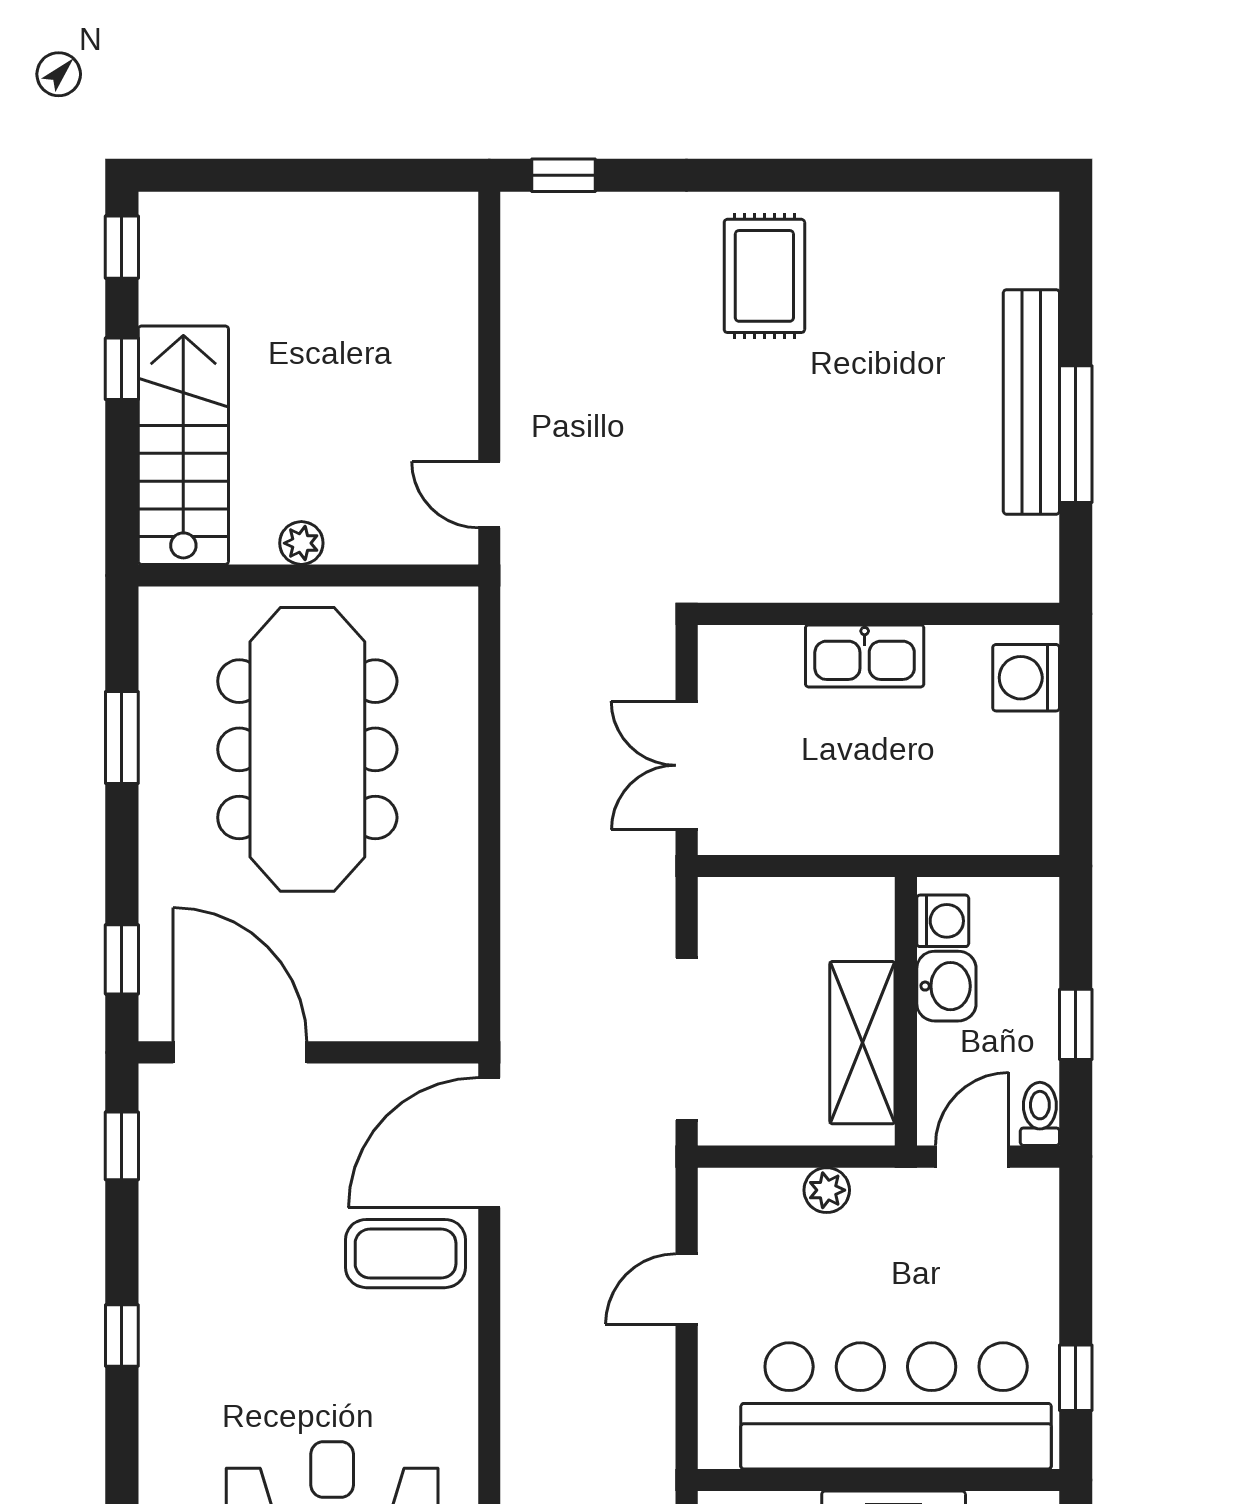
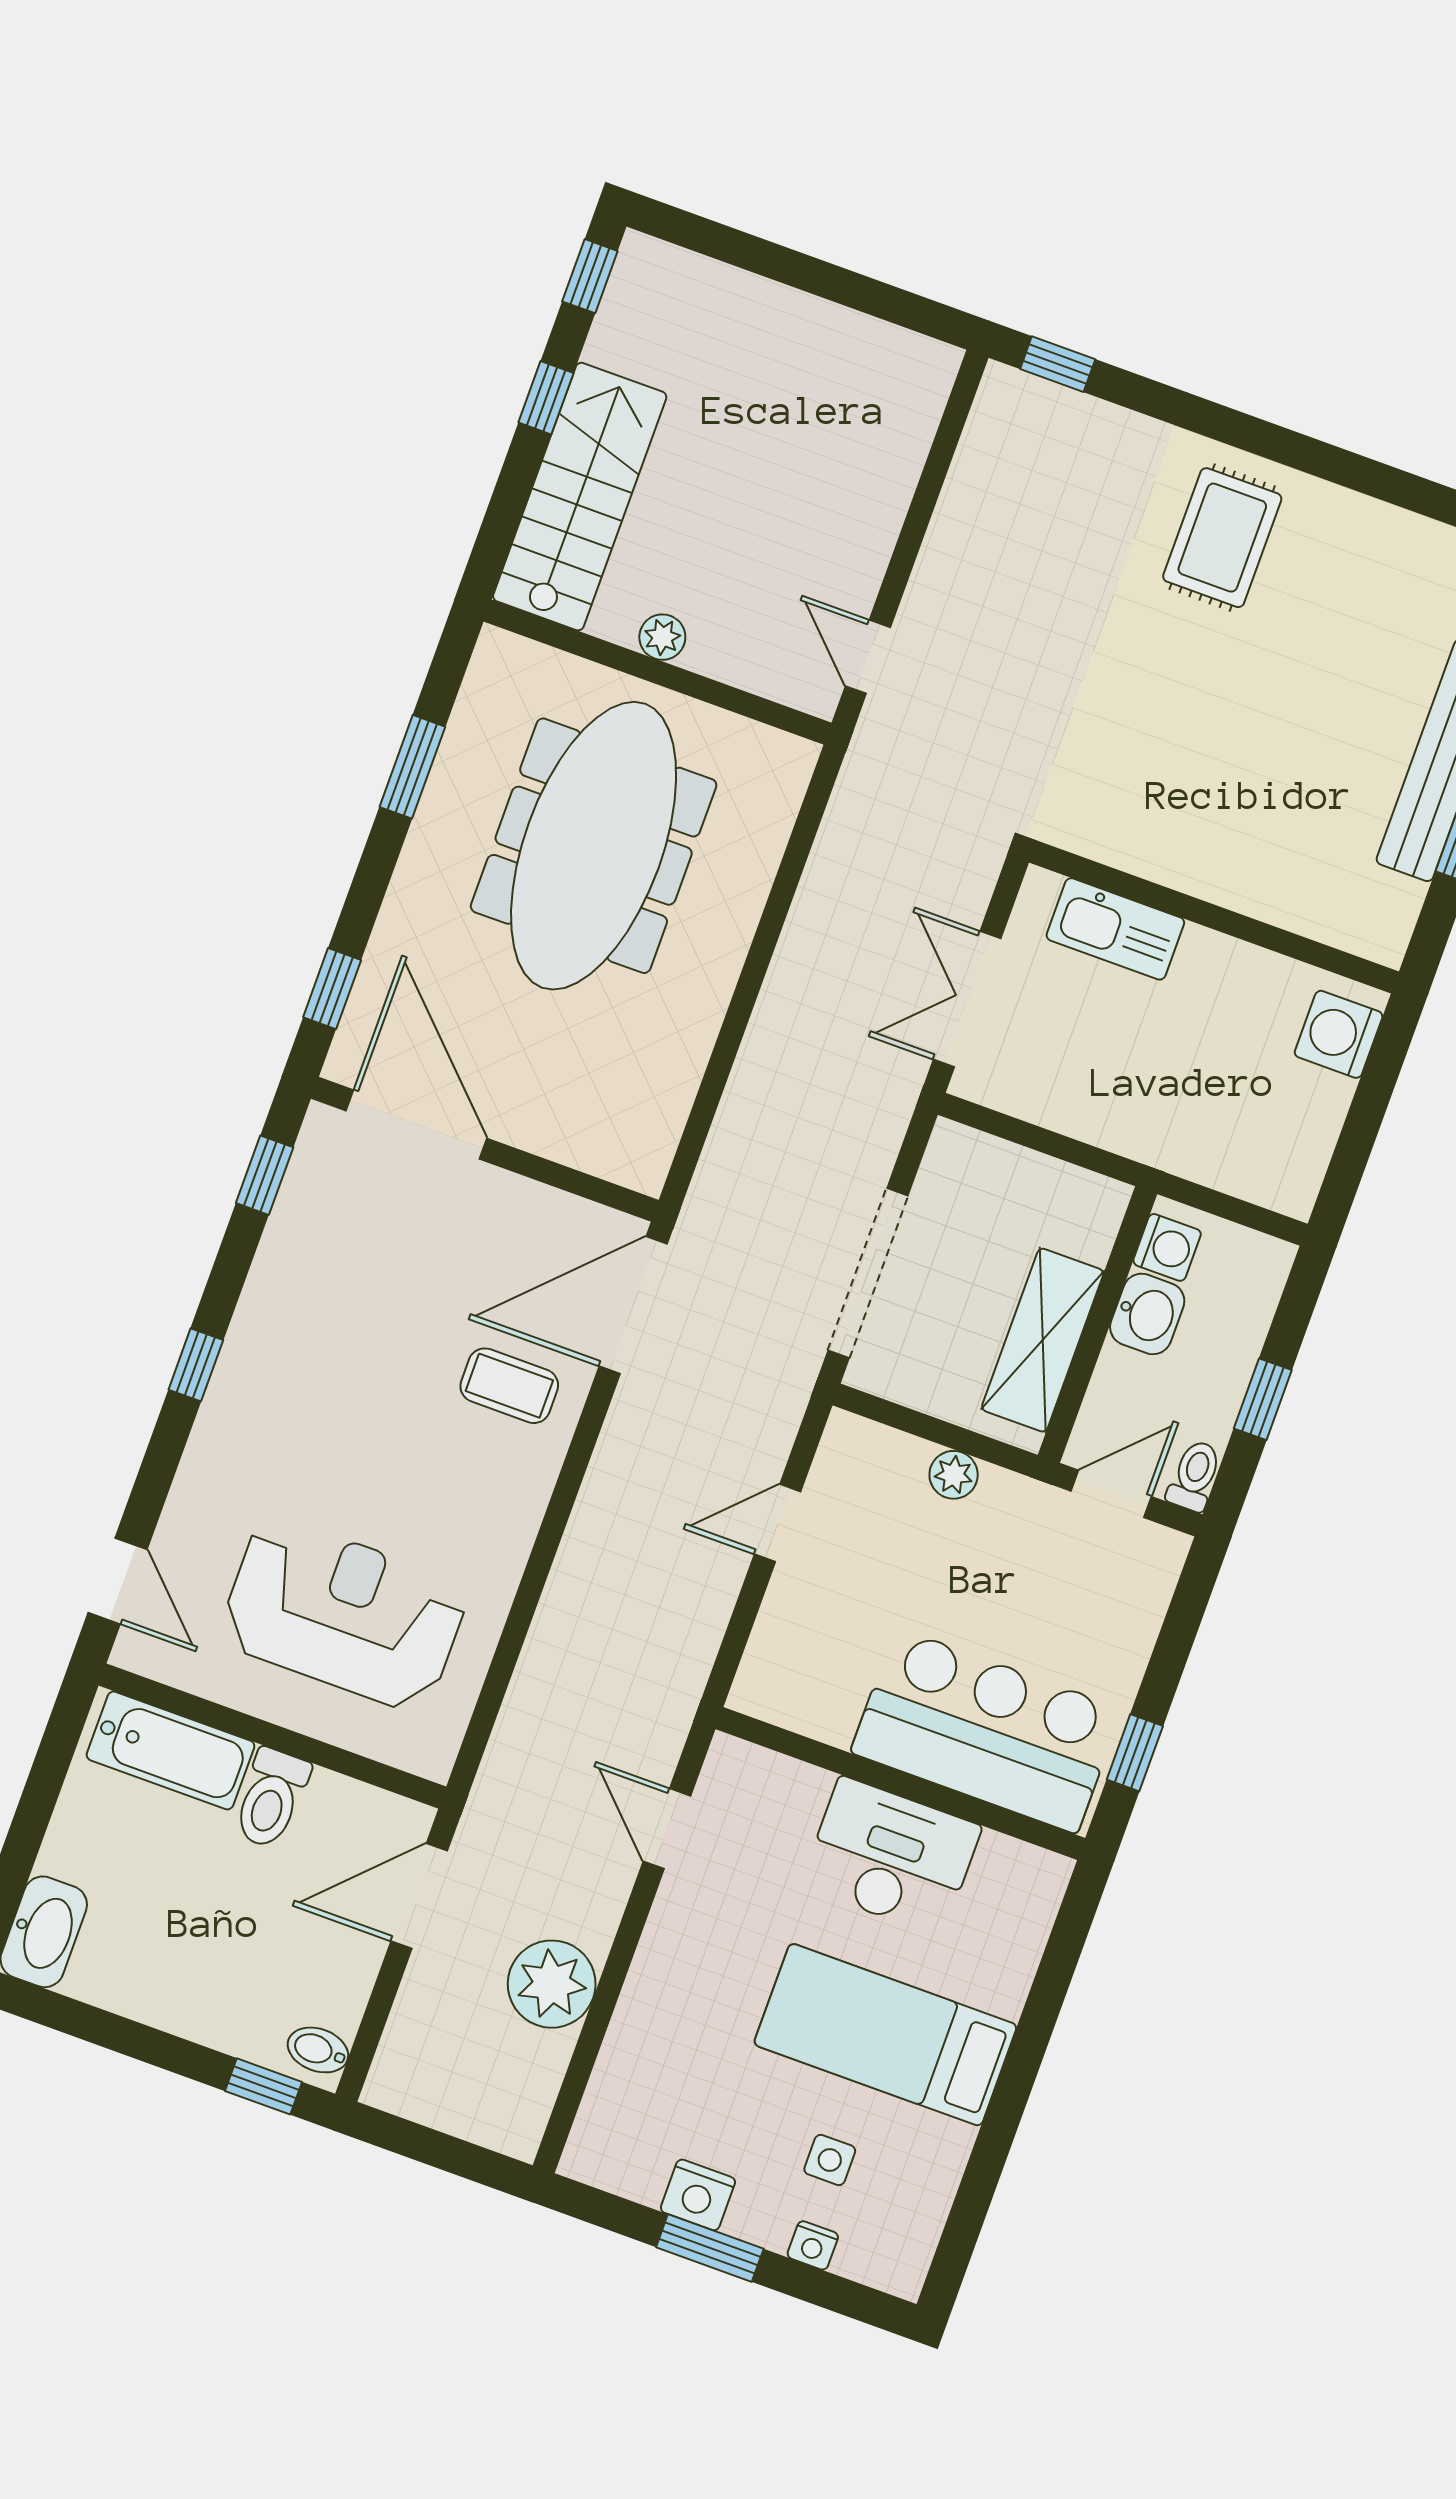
kitchen sink: (865, 656) -> (1115, 929), moved
coffee table: (406, 1254) -> (509, 1386), width x0.73, depth x0.77
bar counter: (896, 1406) -> (986, 1731), width x0.73

